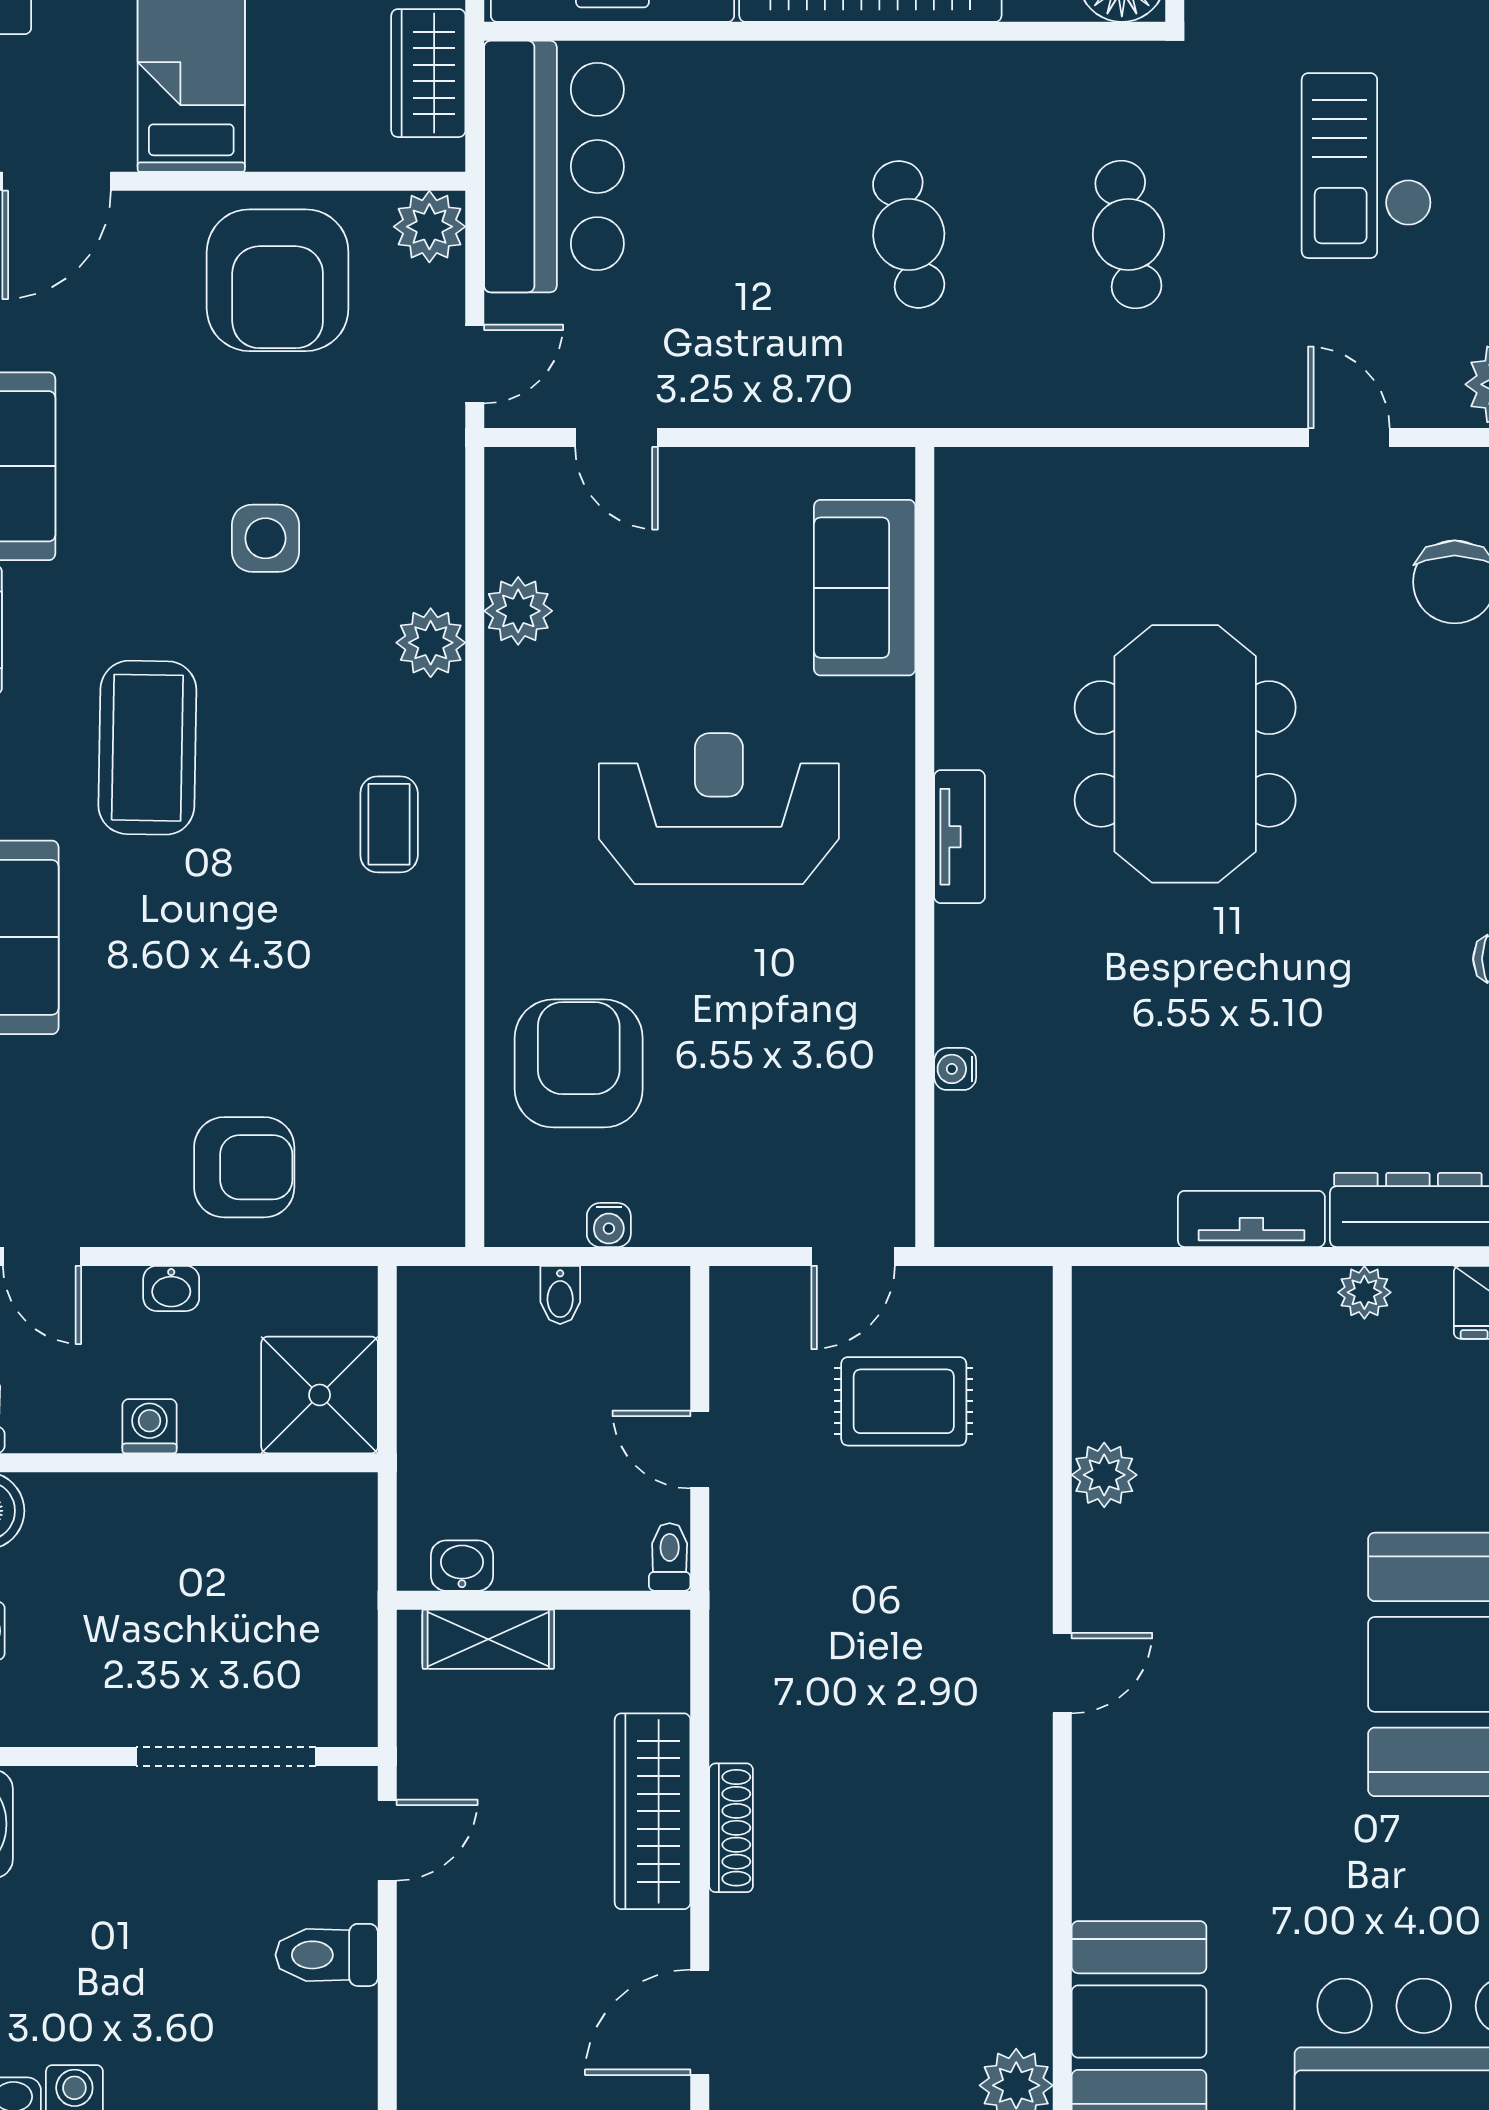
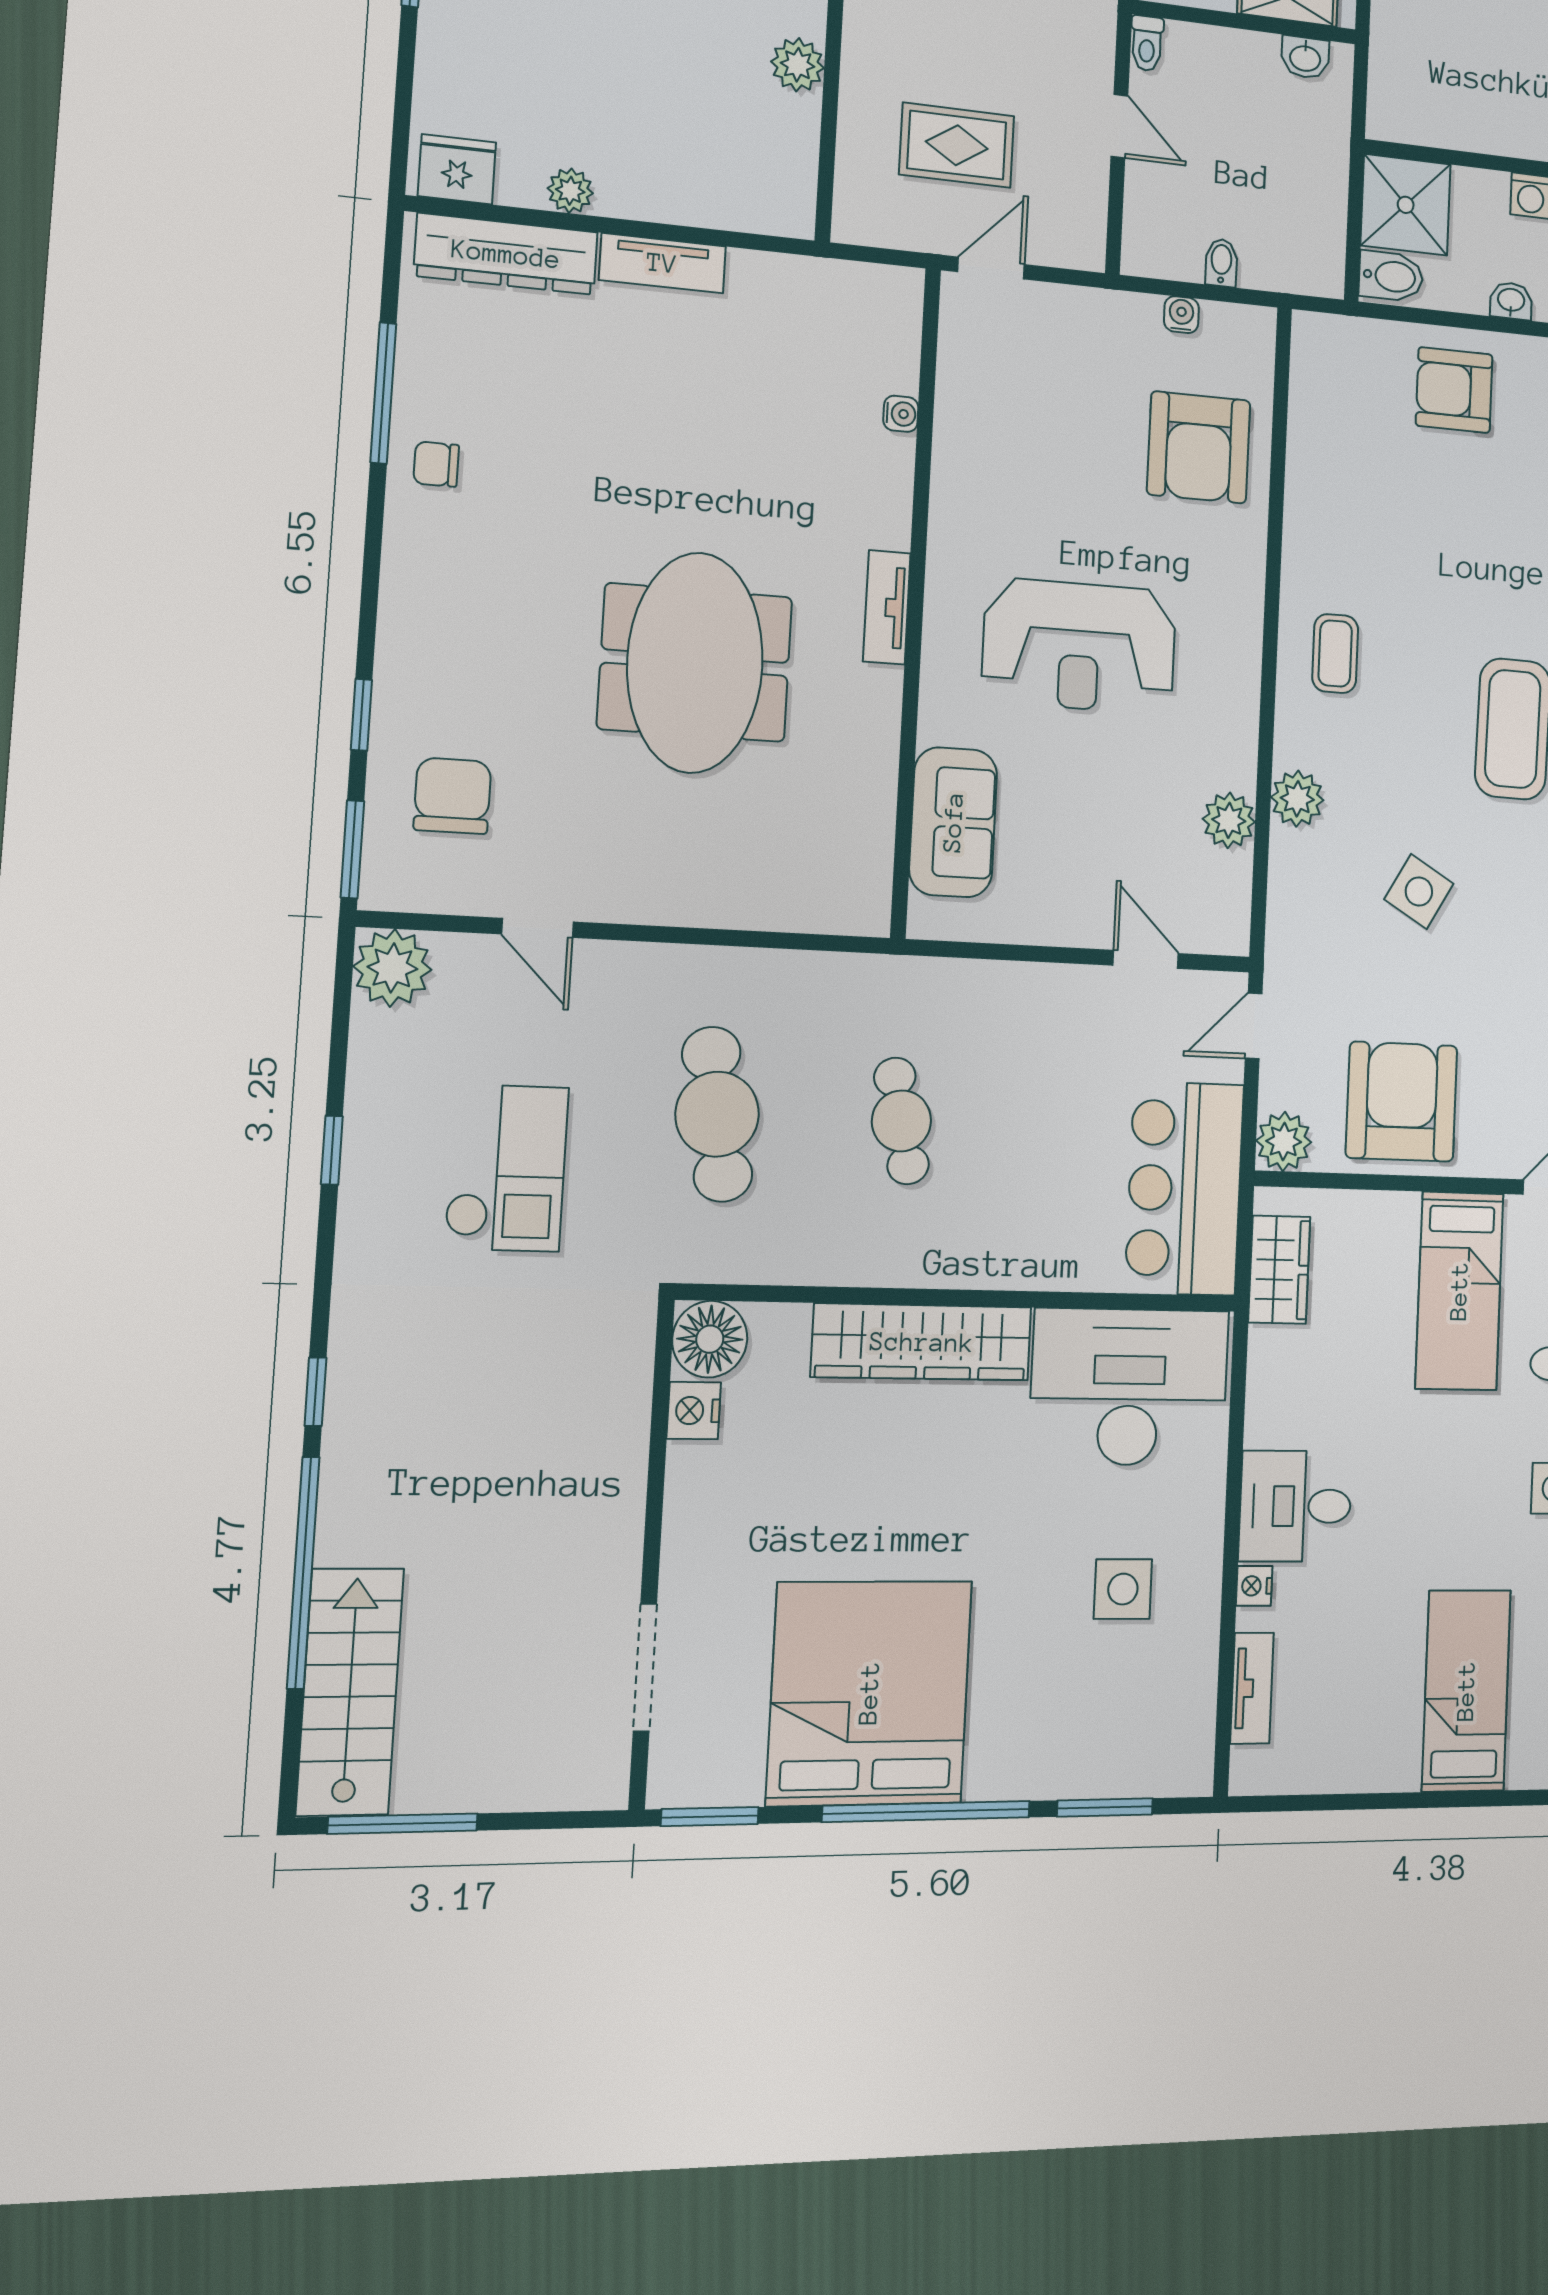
cafe table: (1128, 234) -> (717, 1114), width x1.37, depth x1.35
side table: (265, 538) -> (1419, 892), turned 30
bidet: (335, 1302) -> (1391, 276), added

